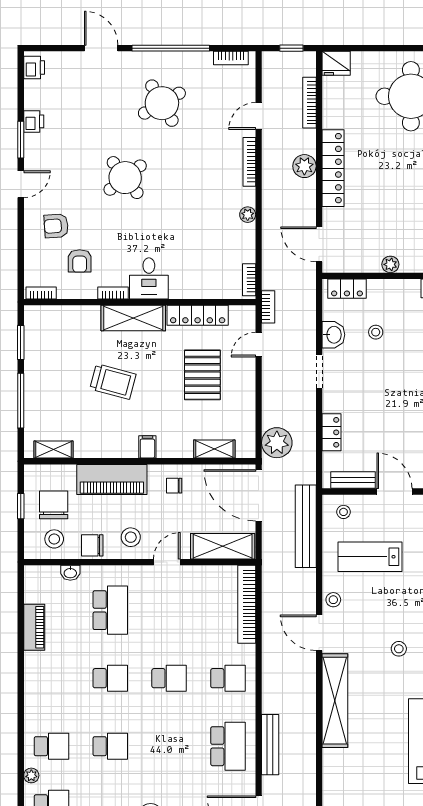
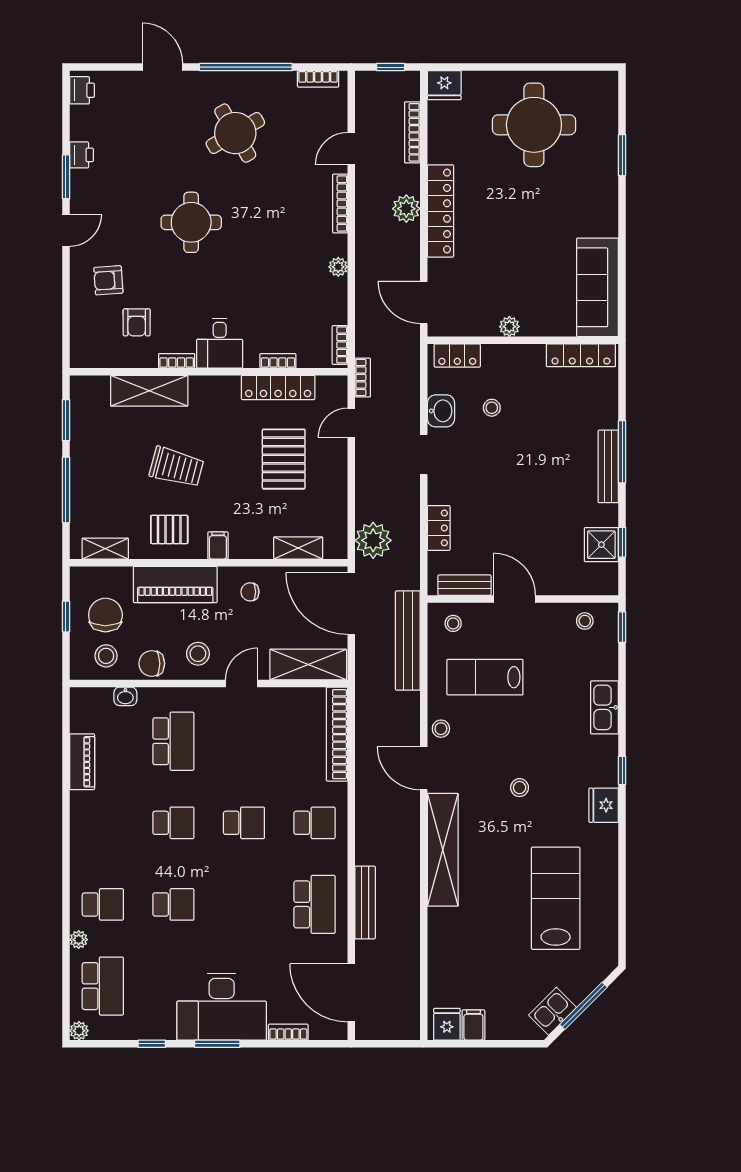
round table: (125, 178) -> (191, 222), turned 38
bookcase: (41, 293) -> (278, 361), moved
shelving: (133, 318) -> (149, 391), moved
pallet: (107, 434) -> (169, 529), added

